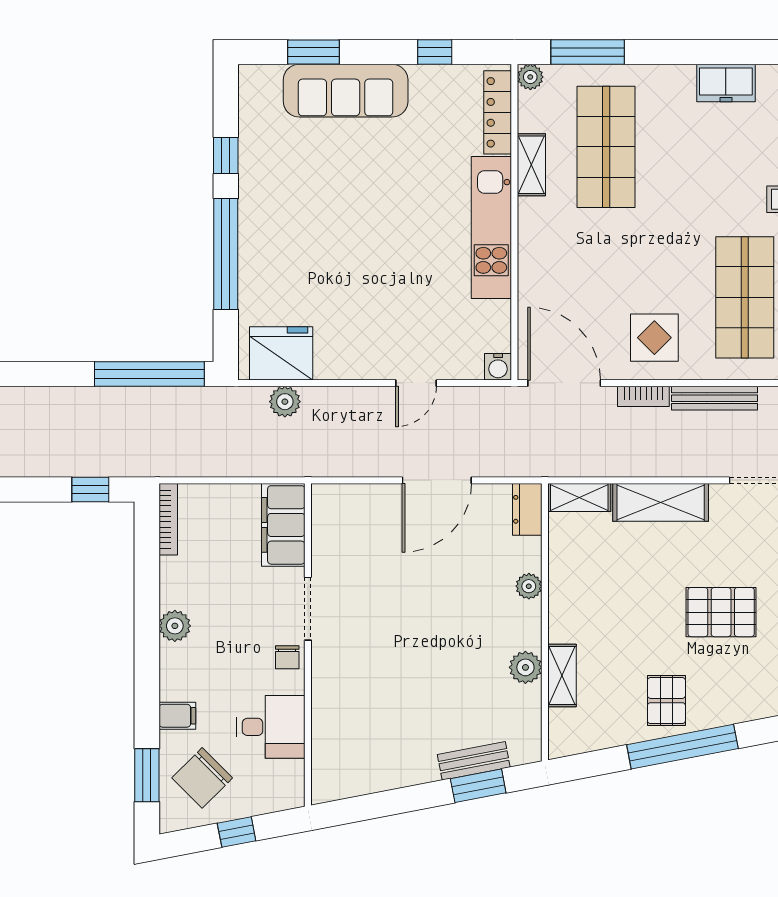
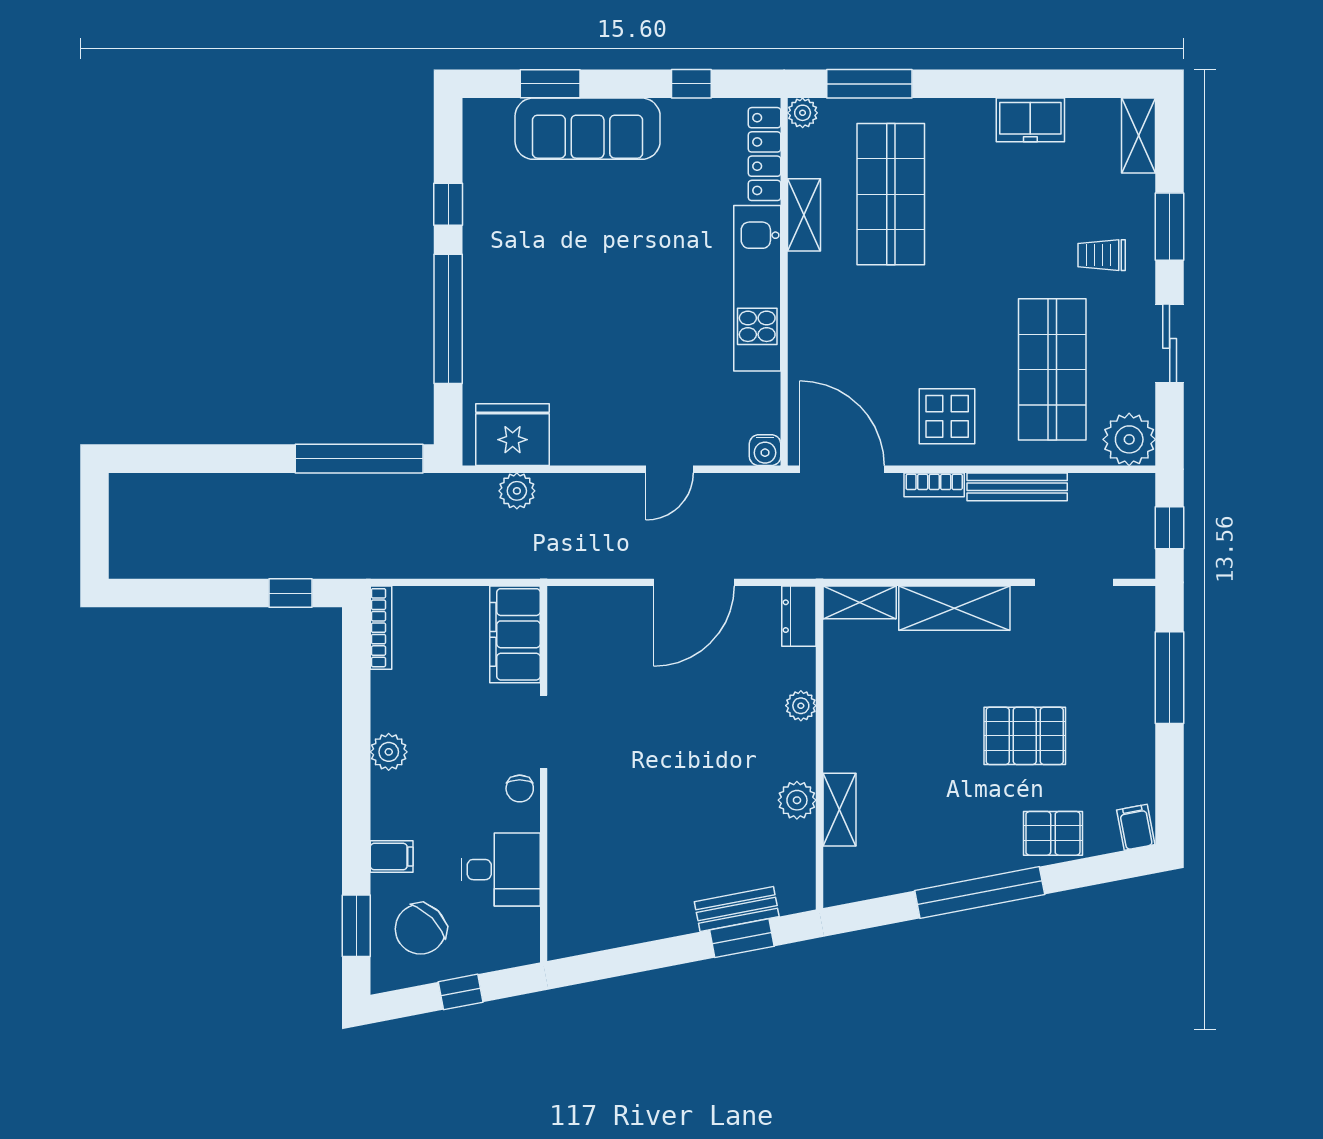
pallet: (666, 701) -> (1053, 833), moved, turned 90

